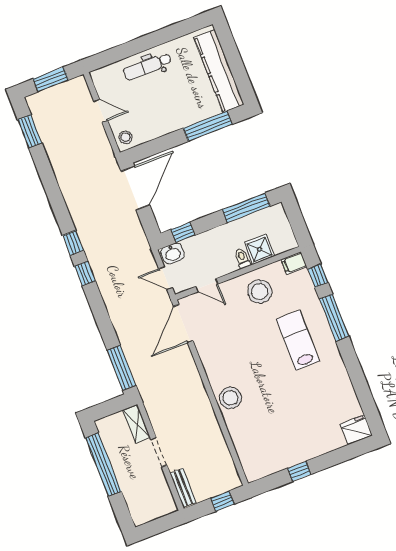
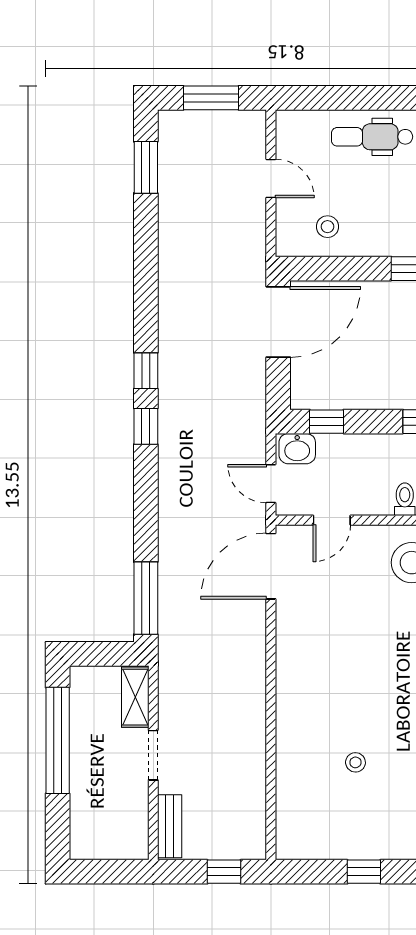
stool: (126, 137) -> (327, 227), moved
door: (207, 285) -> (332, 520), hinge flipped
stool: (230, 398) -> (355, 762), moved, width x0.53, depth x0.53

